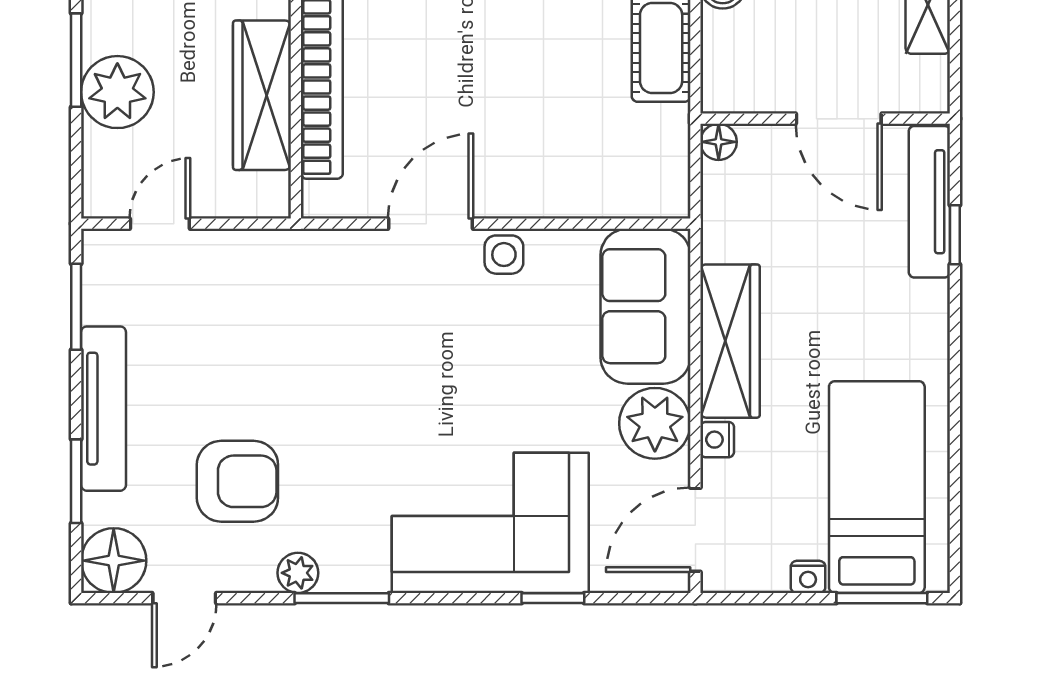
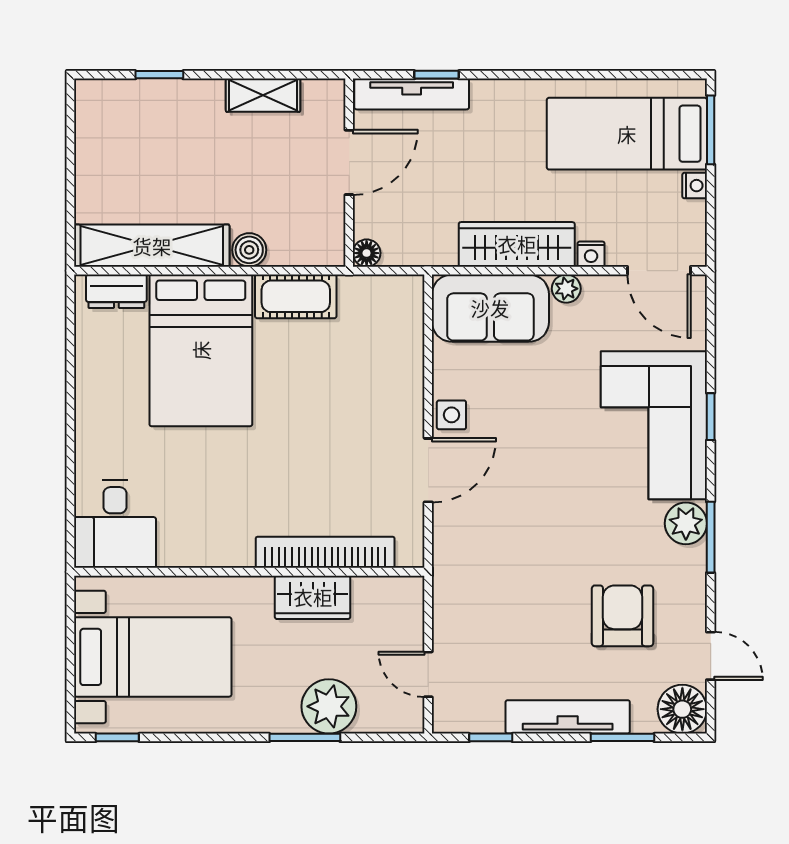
wardrobe: (262, 95) -> (313, 597), width x0.67
door: (431, 224) -> (428, 470), swing flipped
window: (76, 307) -> (491, 737), width x0.67
plant: (655, 423) -> (566, 289), width x0.53, depth x0.53
plant: (298, 573) -> (686, 523), moved, width x1.38, depth x1.38
window: (553, 598) -> (711, 417), moved

